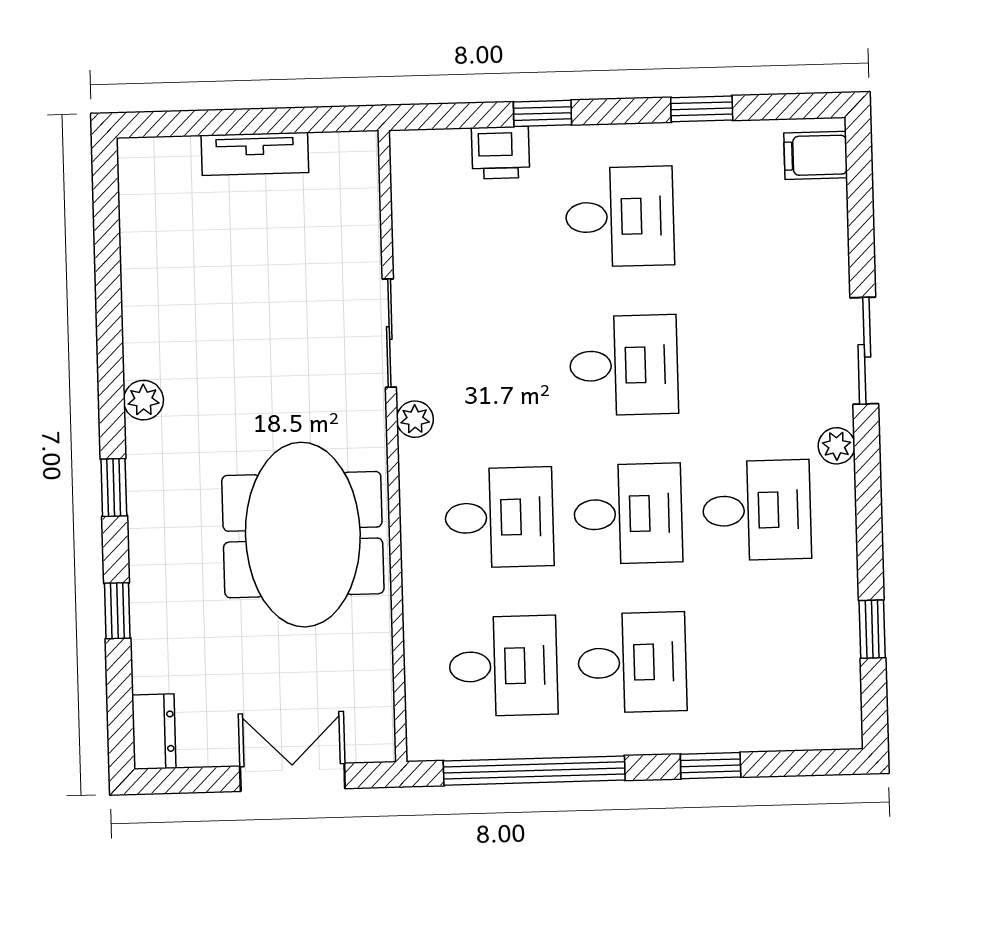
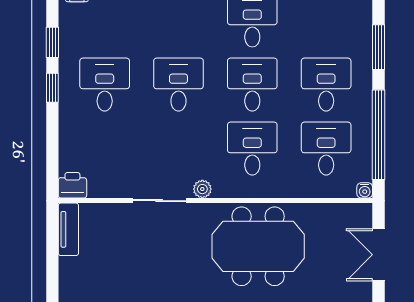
window: (542, 113) -> (52, 88), moved
printer: (501, 153) -> (72, 185), moved, turned -90
tv unit: (255, 154) -> (68, 229), moved
water cooler: (421, 746) -> (365, 190), added
window: (711, 766) -> (378, 47), width x1.50

